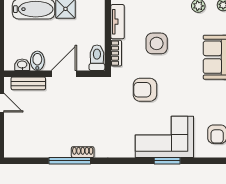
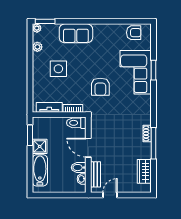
side table: (157, 43) -> (58, 69), moved
wardrobe: (32, 148) -> (144, 171), added

